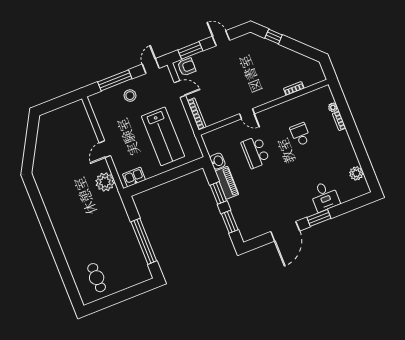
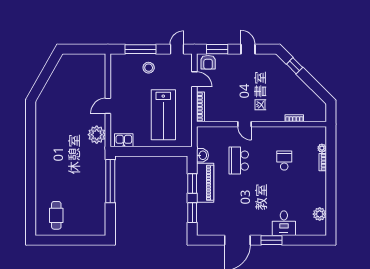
armchair: (187, 67) -> (208, 62), turned 90
piano: (227, 183) -> (205, 183), width x1.37, depth x1.33
window: (144, 241) -> (110, 181), moved

